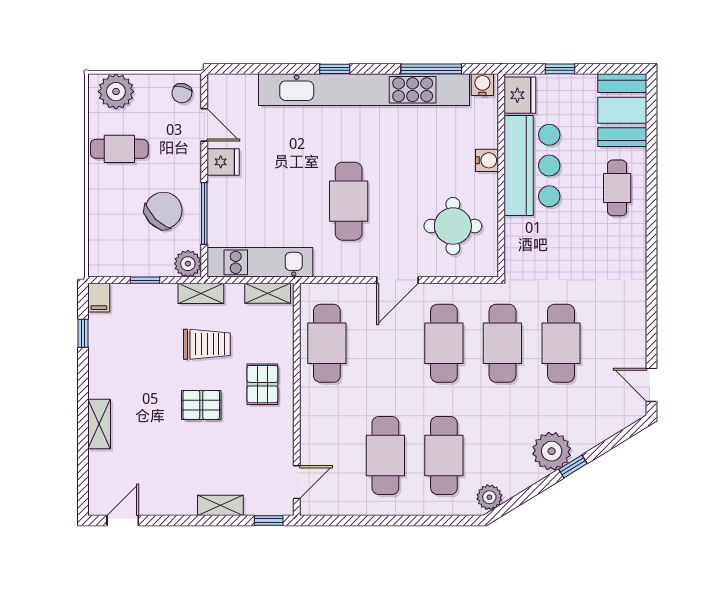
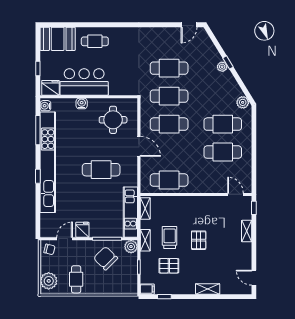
pallet: (262, 384) -> (169, 266), moved
plant: (552, 451) -> (222, 67), width x0.53, depth x0.53

